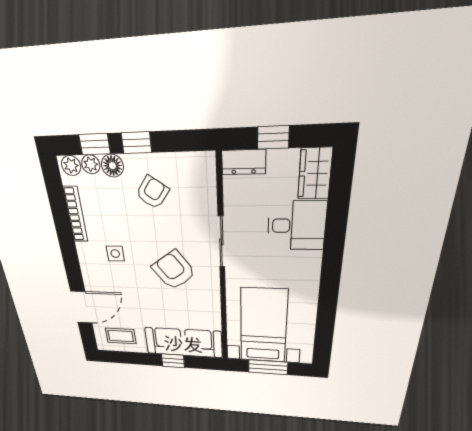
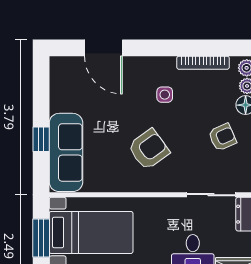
armchair: (152, 192) -> (222, 137), turned -60
sliding door: (221, 242) -> (211, 195), moved
coffee table: (121, 336) -> (70, 85), removed

